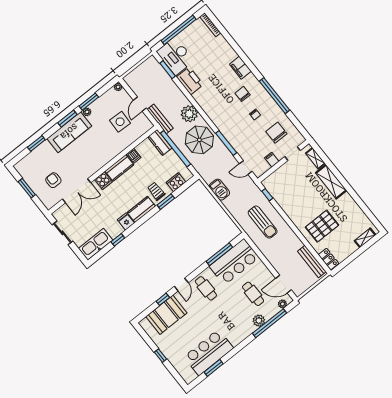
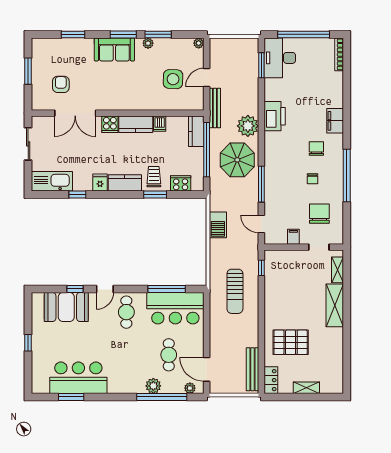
printer: (190, 81) -> (275, 116), moved
sofa: (69, 132) -> (114, 50), width x0.73
shelving: (365, 238) -> (306, 388), moved

